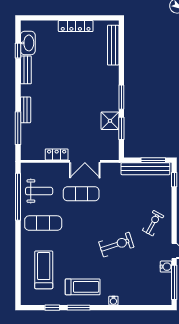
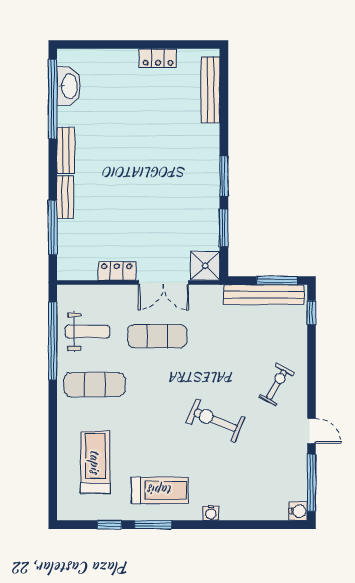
locker: (76, 26) -> (158, 58), width x0.66
window: (18, 51) -> (53, 99), width x3.17
bench: (26, 70) -> (66, 150), moved
shower: (110, 121) -> (205, 266), moved
exercise bike: (116, 245) -> (216, 420), turned -140
water cooler: (166, 267) -> (298, 511), moved

